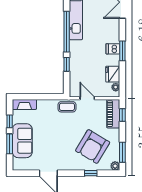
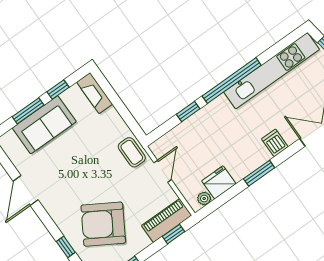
dishwasher: (113, 49) -> (275, 143), moved

